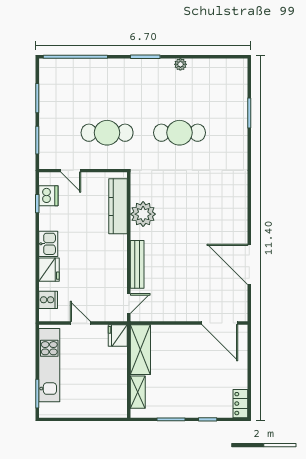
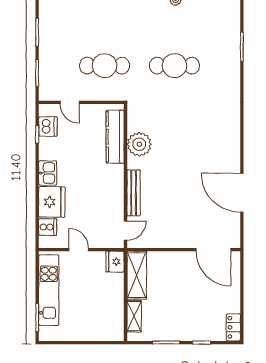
fridge: (49, 270) -> (52, 202), width x1.36, depth x1.34

